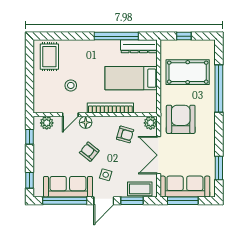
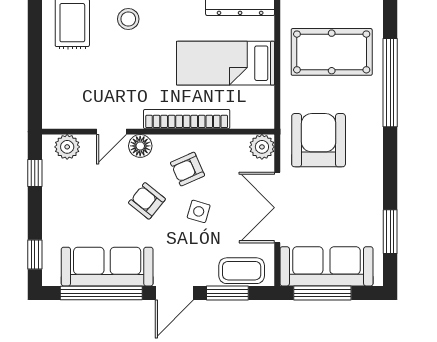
stool: (71, 85) -> (128, 19), moved
armchair: (125, 134) -> (188, 169), moved, turned 140
side table: (106, 175) -> (199, 211), moved

